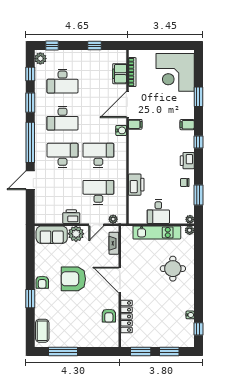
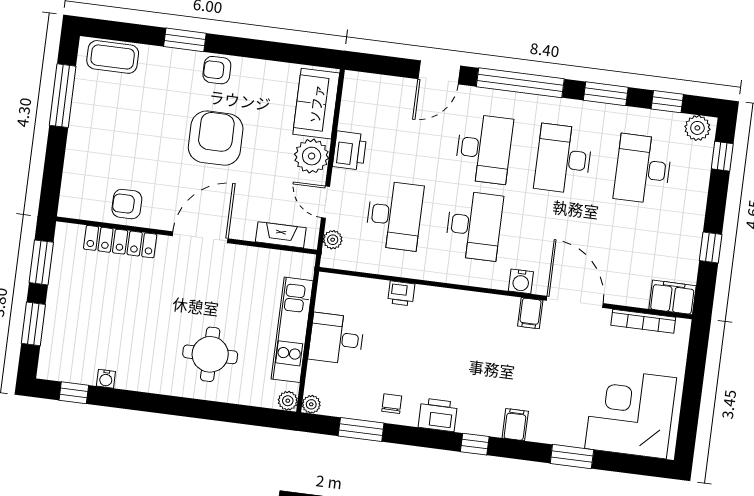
filing cabinet: (120, 74) -> (673, 297), moved
door: (30, 180) -> (439, 72), swing flipped
printer: (136, 185) -> (401, 293), width x0.53, depth x0.68

